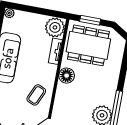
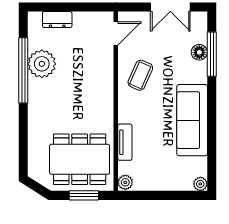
plant: (55, 27) -> (125, 182), width x0.53, depth x0.53
floor lamp: (67, 76) -> (103, 111), removed

